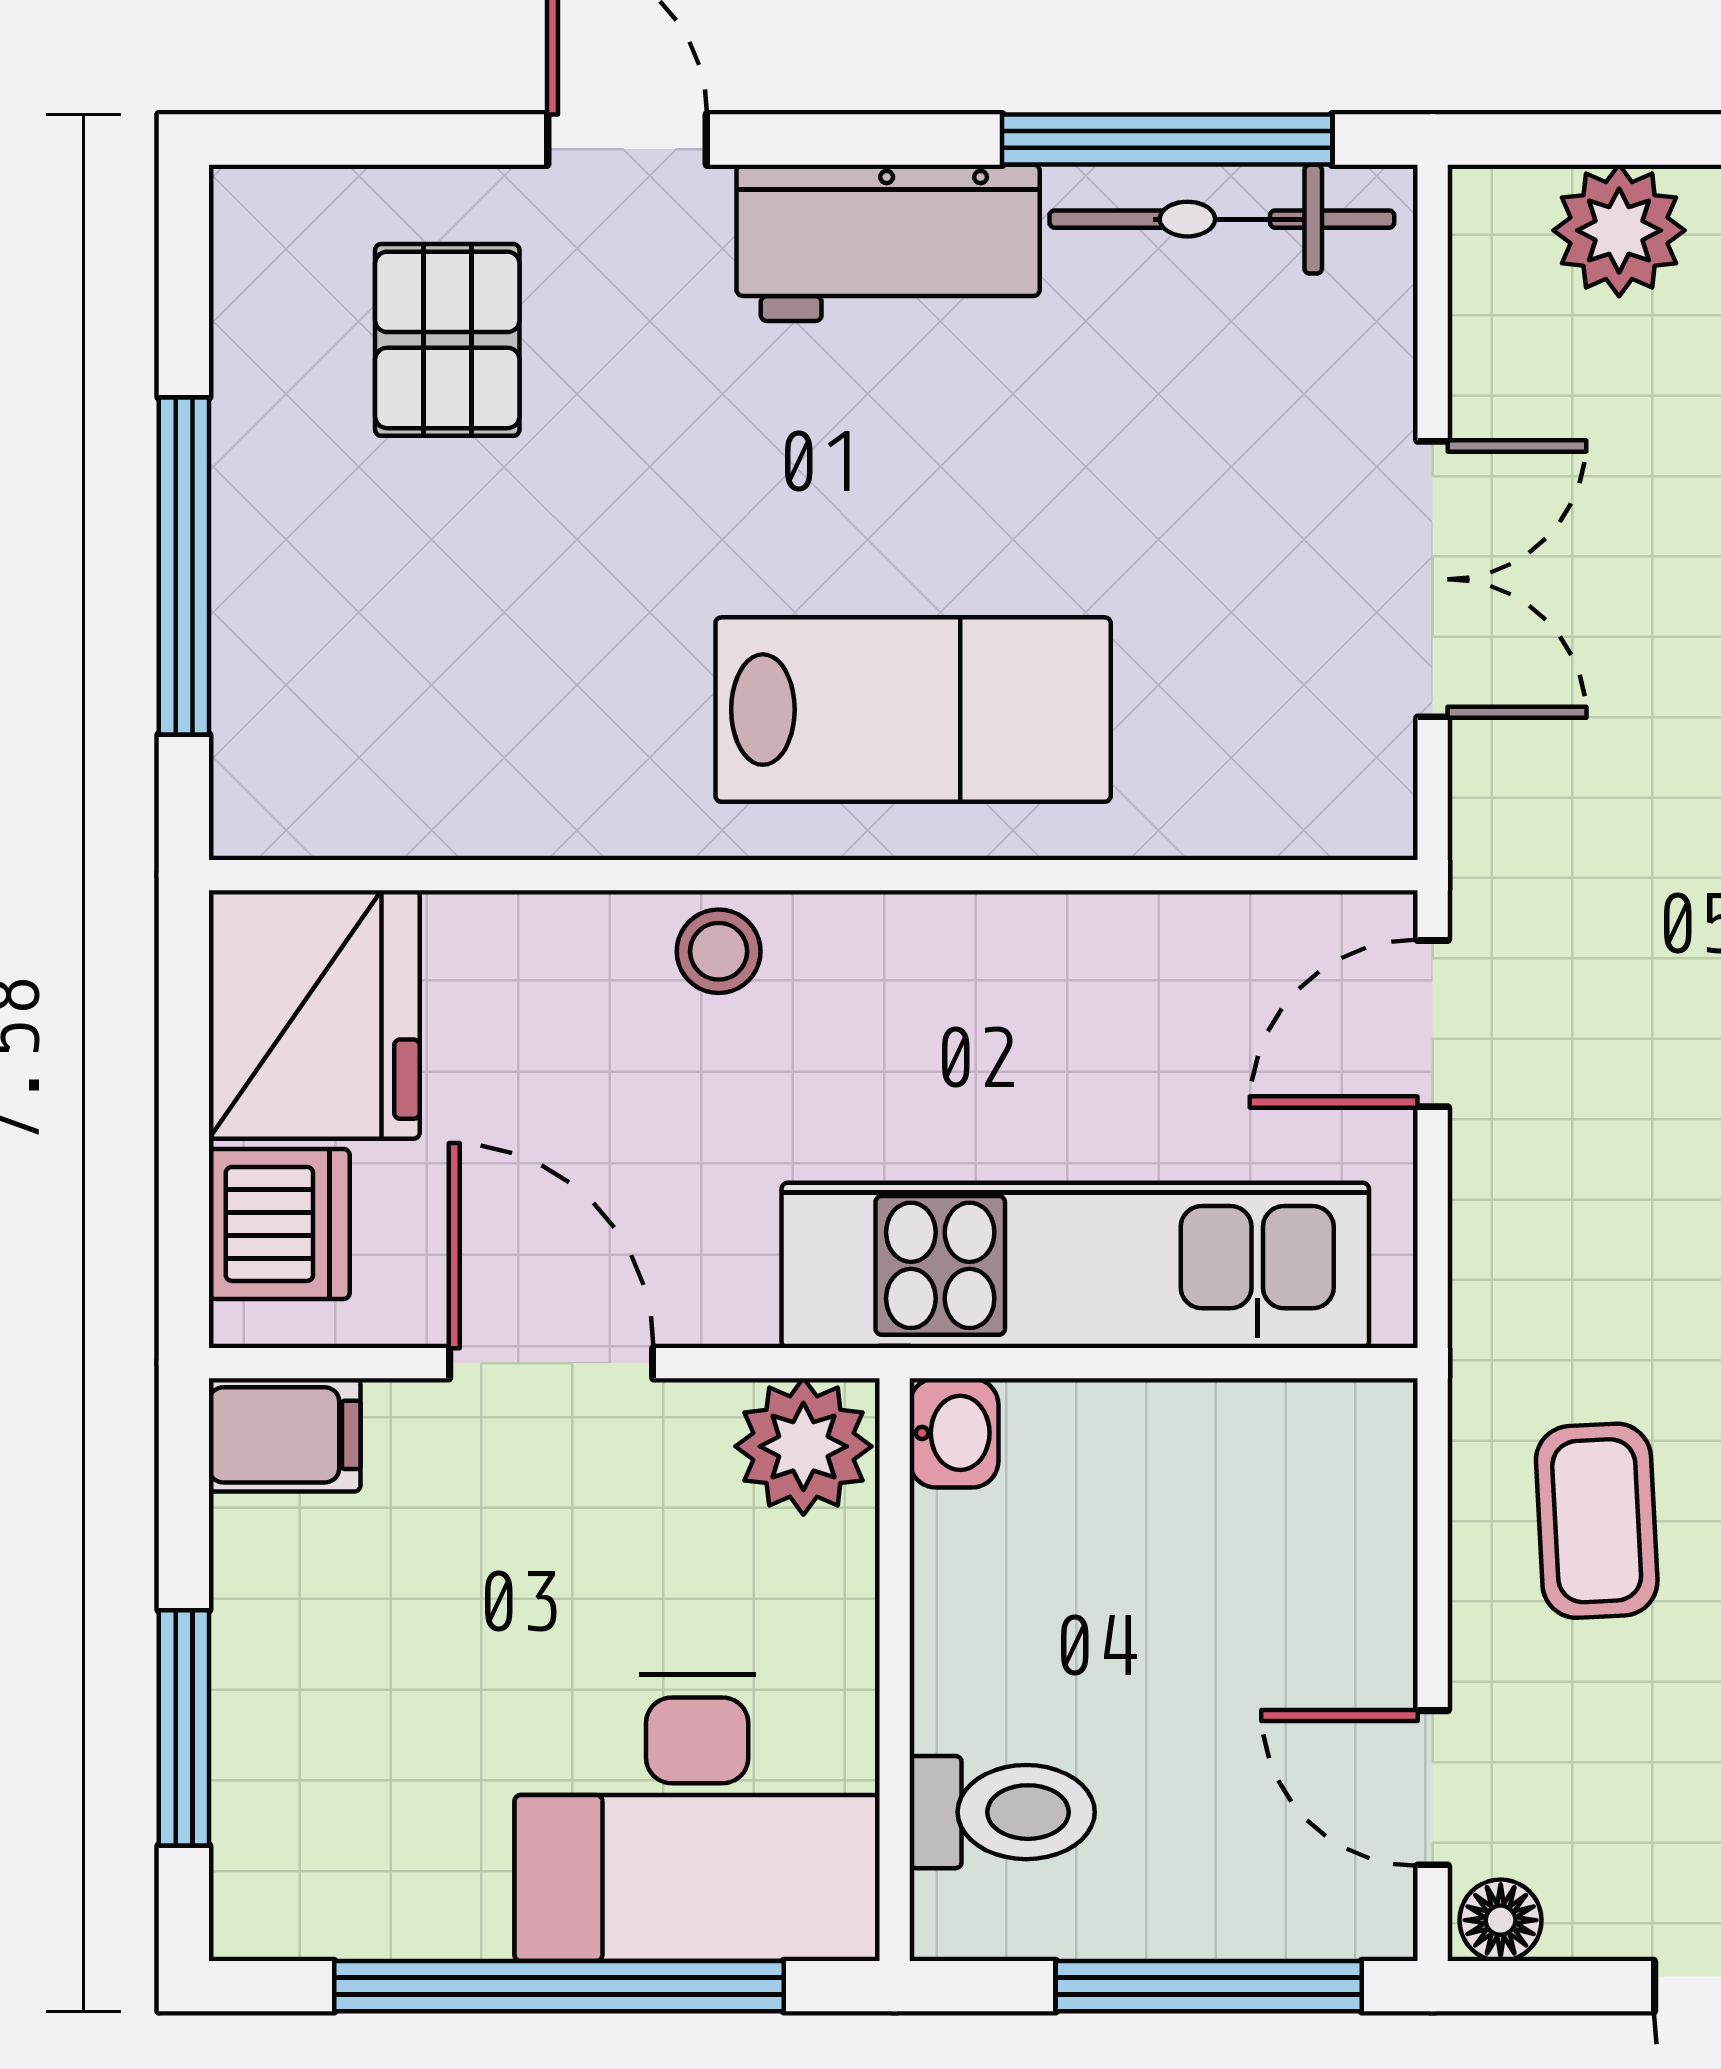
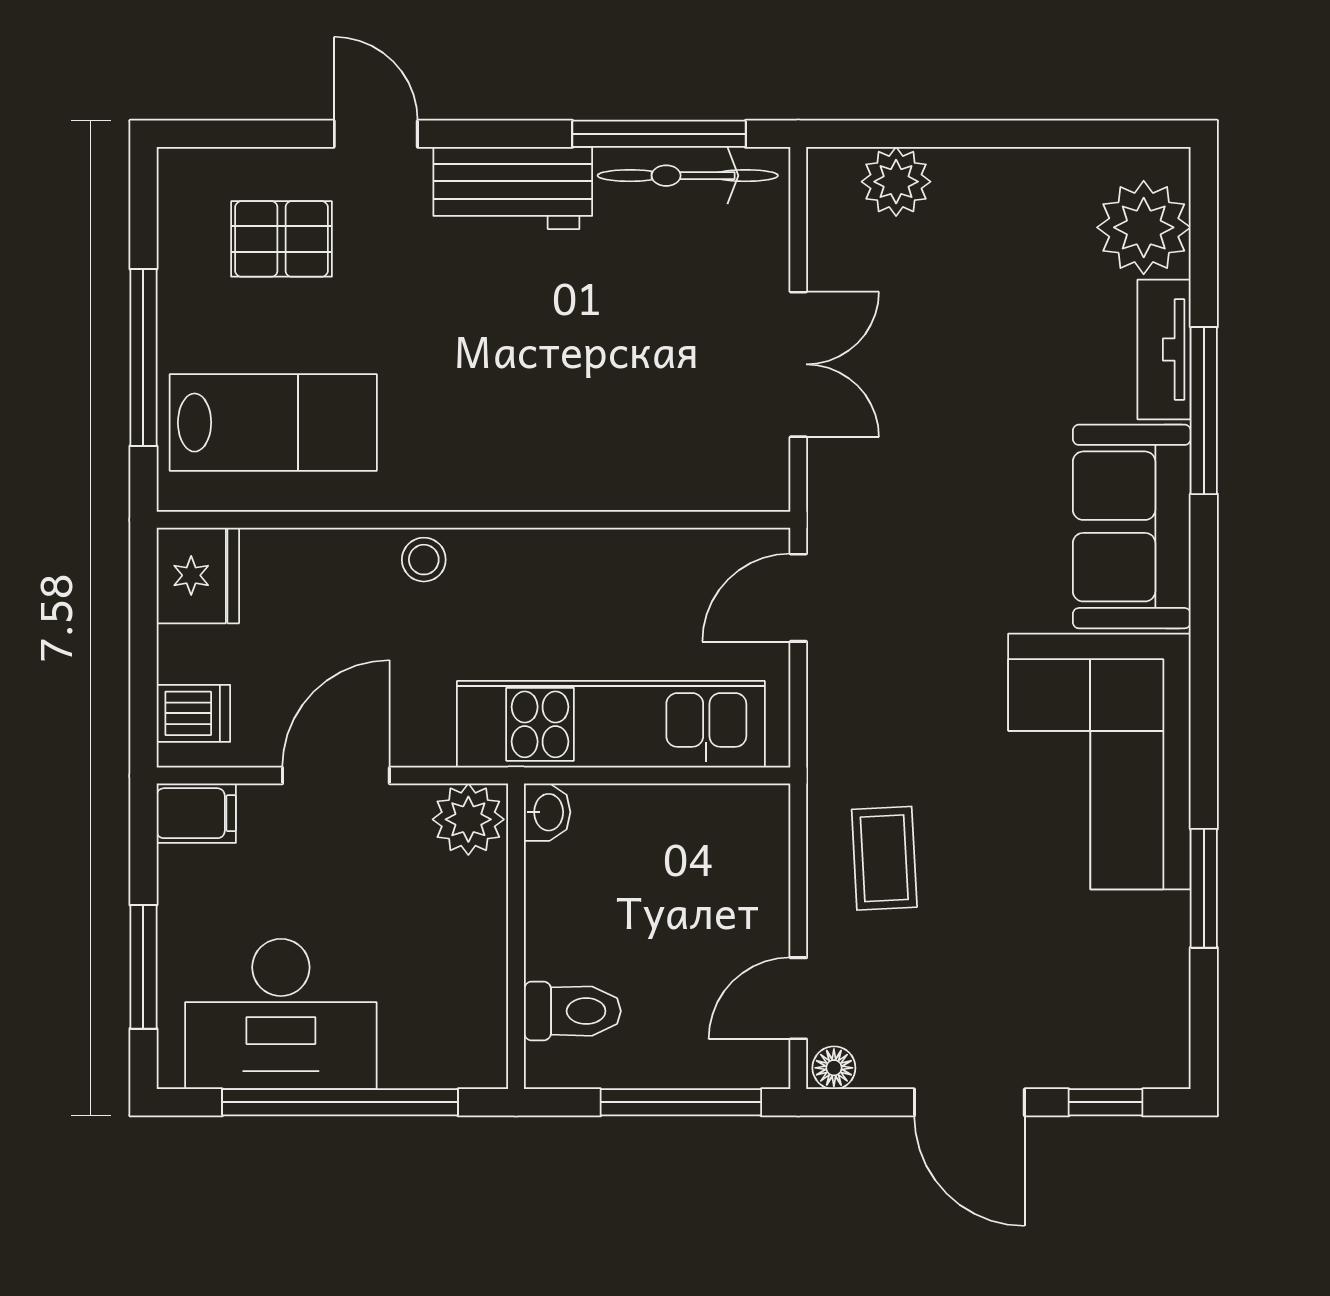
pallet: (447, 340) -> (282, 239), turned 90
lab bench: (913, 710) -> (273, 423), moved
fridge: (314, 1014) -> (198, 575), width x0.73, depth x0.75
dishwasher: (279, 1224) -> (193, 713), width x0.73
door: (551, 1363) -> (336, 776), hinge flipped
door: (1433, 1788) -> (798, 998), hinge flipped
desk: (697, 1818) -> (281, 1014), moved

